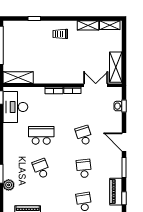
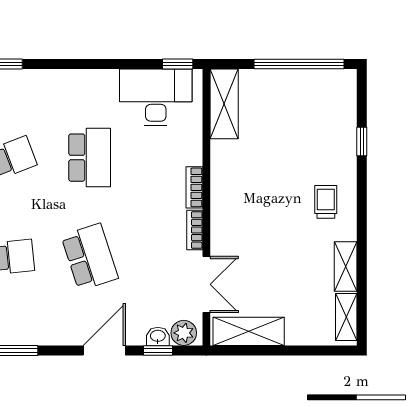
plant: (117, 95) -> (184, 333), added
school desk: (84, 135) -> (90, 257), width x1.85
door: (124, 142) -> (104, 350), moved

